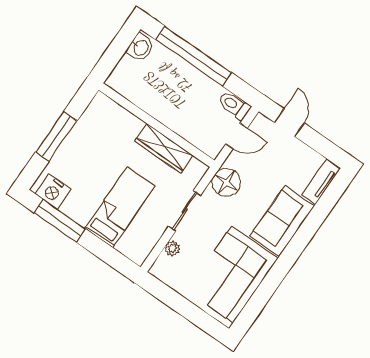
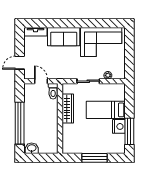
toilet: (234, 105) -> (53, 91), moved
floor lamp: (226, 182) -> (64, 72), removed
nightstand: (53, 192) -> (119, 126), moved

